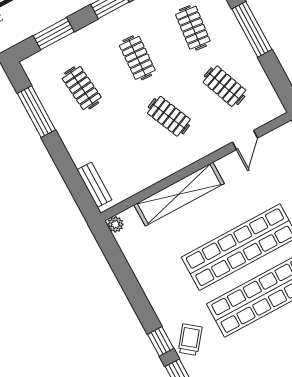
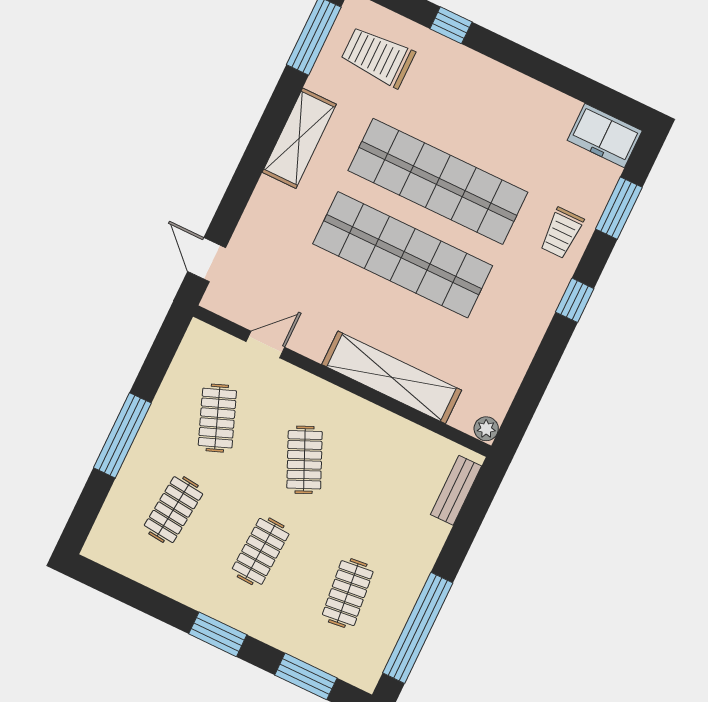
window: (36, 112) -> (418, 628), width x1.46
trolley: (190, 340) -> (562, 233), turned -38
window: (161, 341) -> (575, 300), moved

